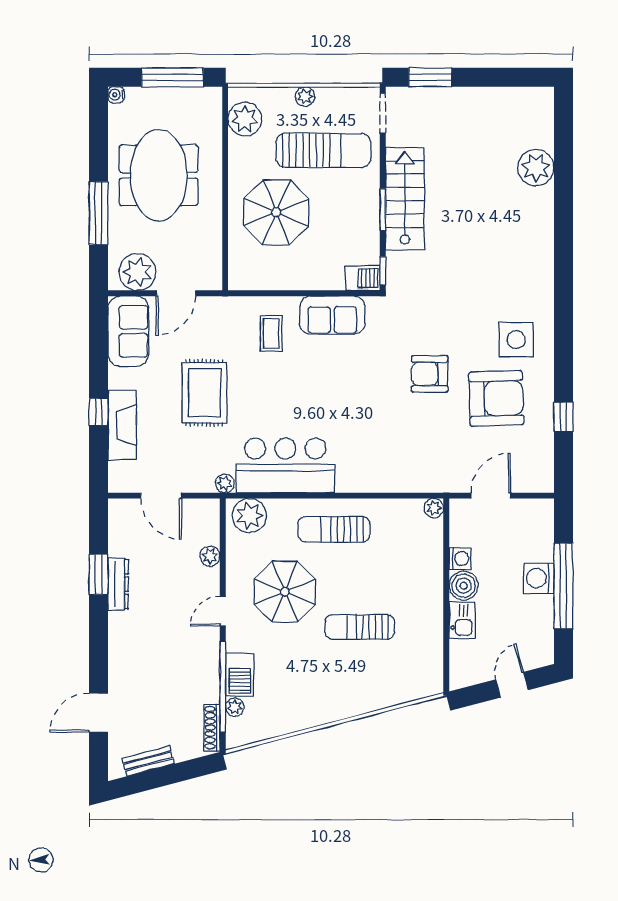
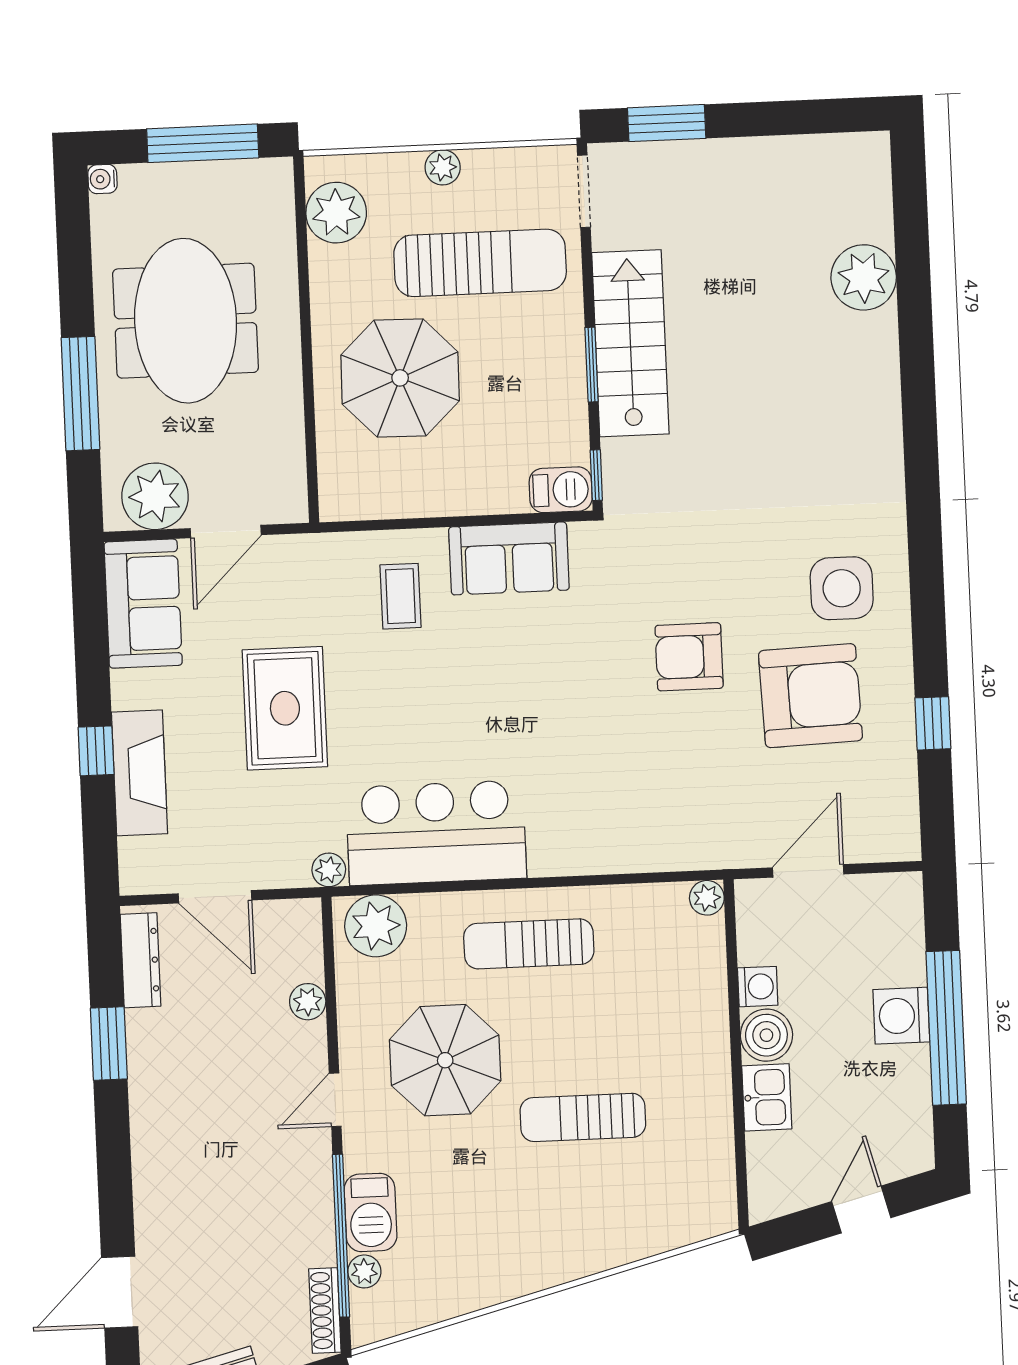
dresser: (118, 584) -> (140, 960), moved

